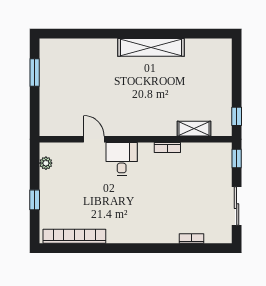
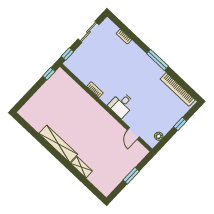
window: (35, 72) -> (131, 176), moved
shelving: (194, 129) -> (81, 167), moved
door: (94, 139) -> (133, 133), moved
window: (128, 248) -> (158, 60), added

